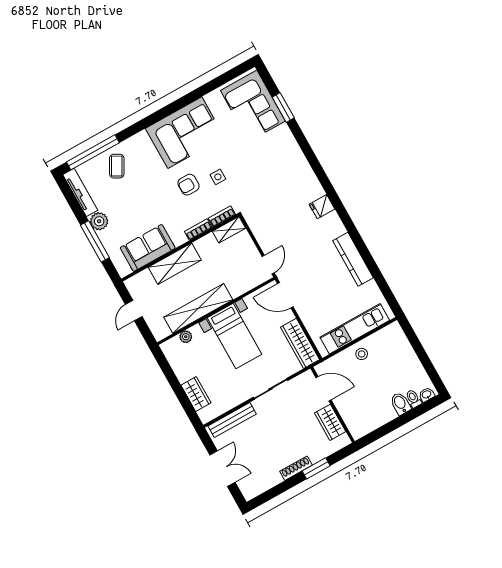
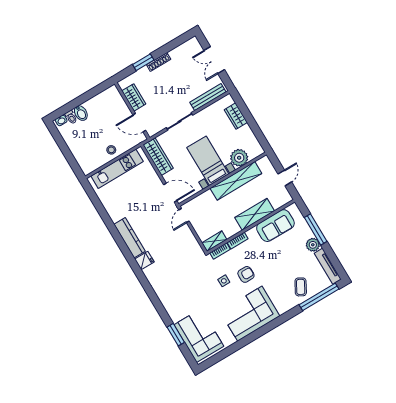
kitchen counter: (353, 259) -> (130, 238), moved
plant: (186, 337) -> (239, 158), width x1.88, depth x1.88

